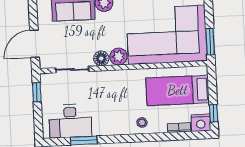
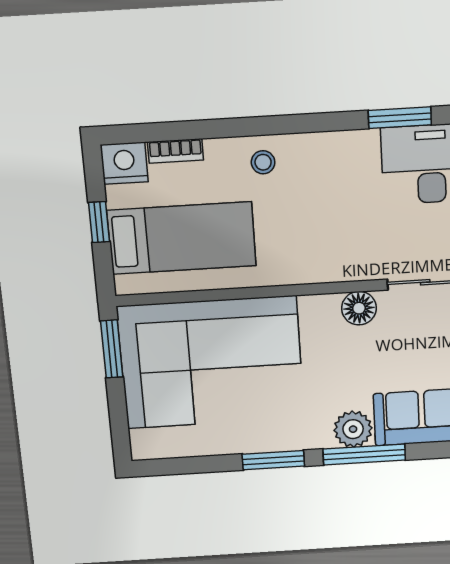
plant: (118, 57) -> (320, 313), removed
window: (214, 113) -> (99, 222), moved

